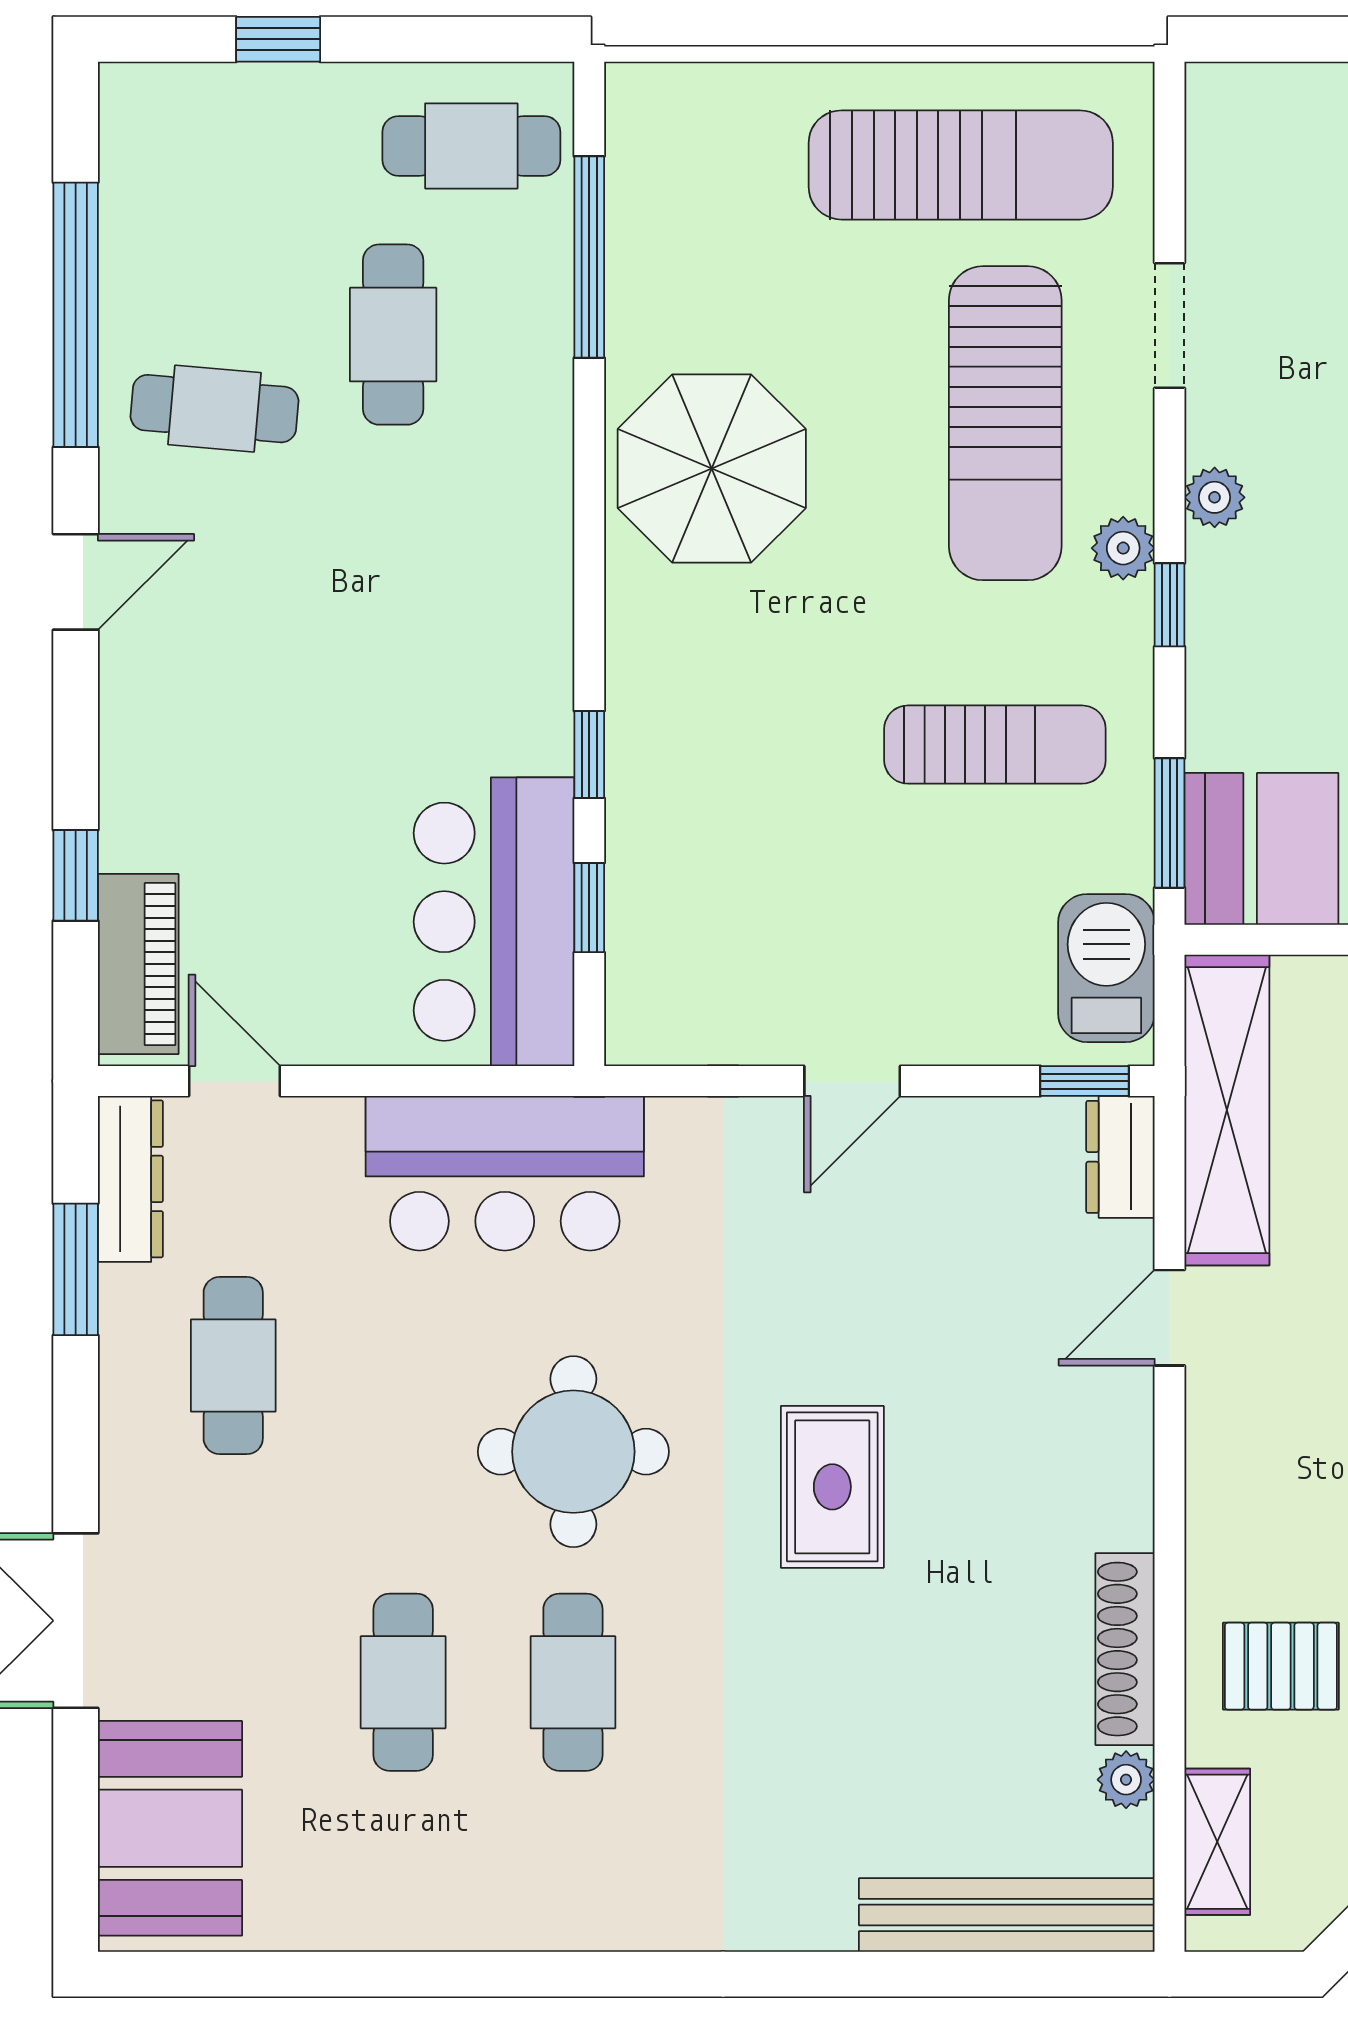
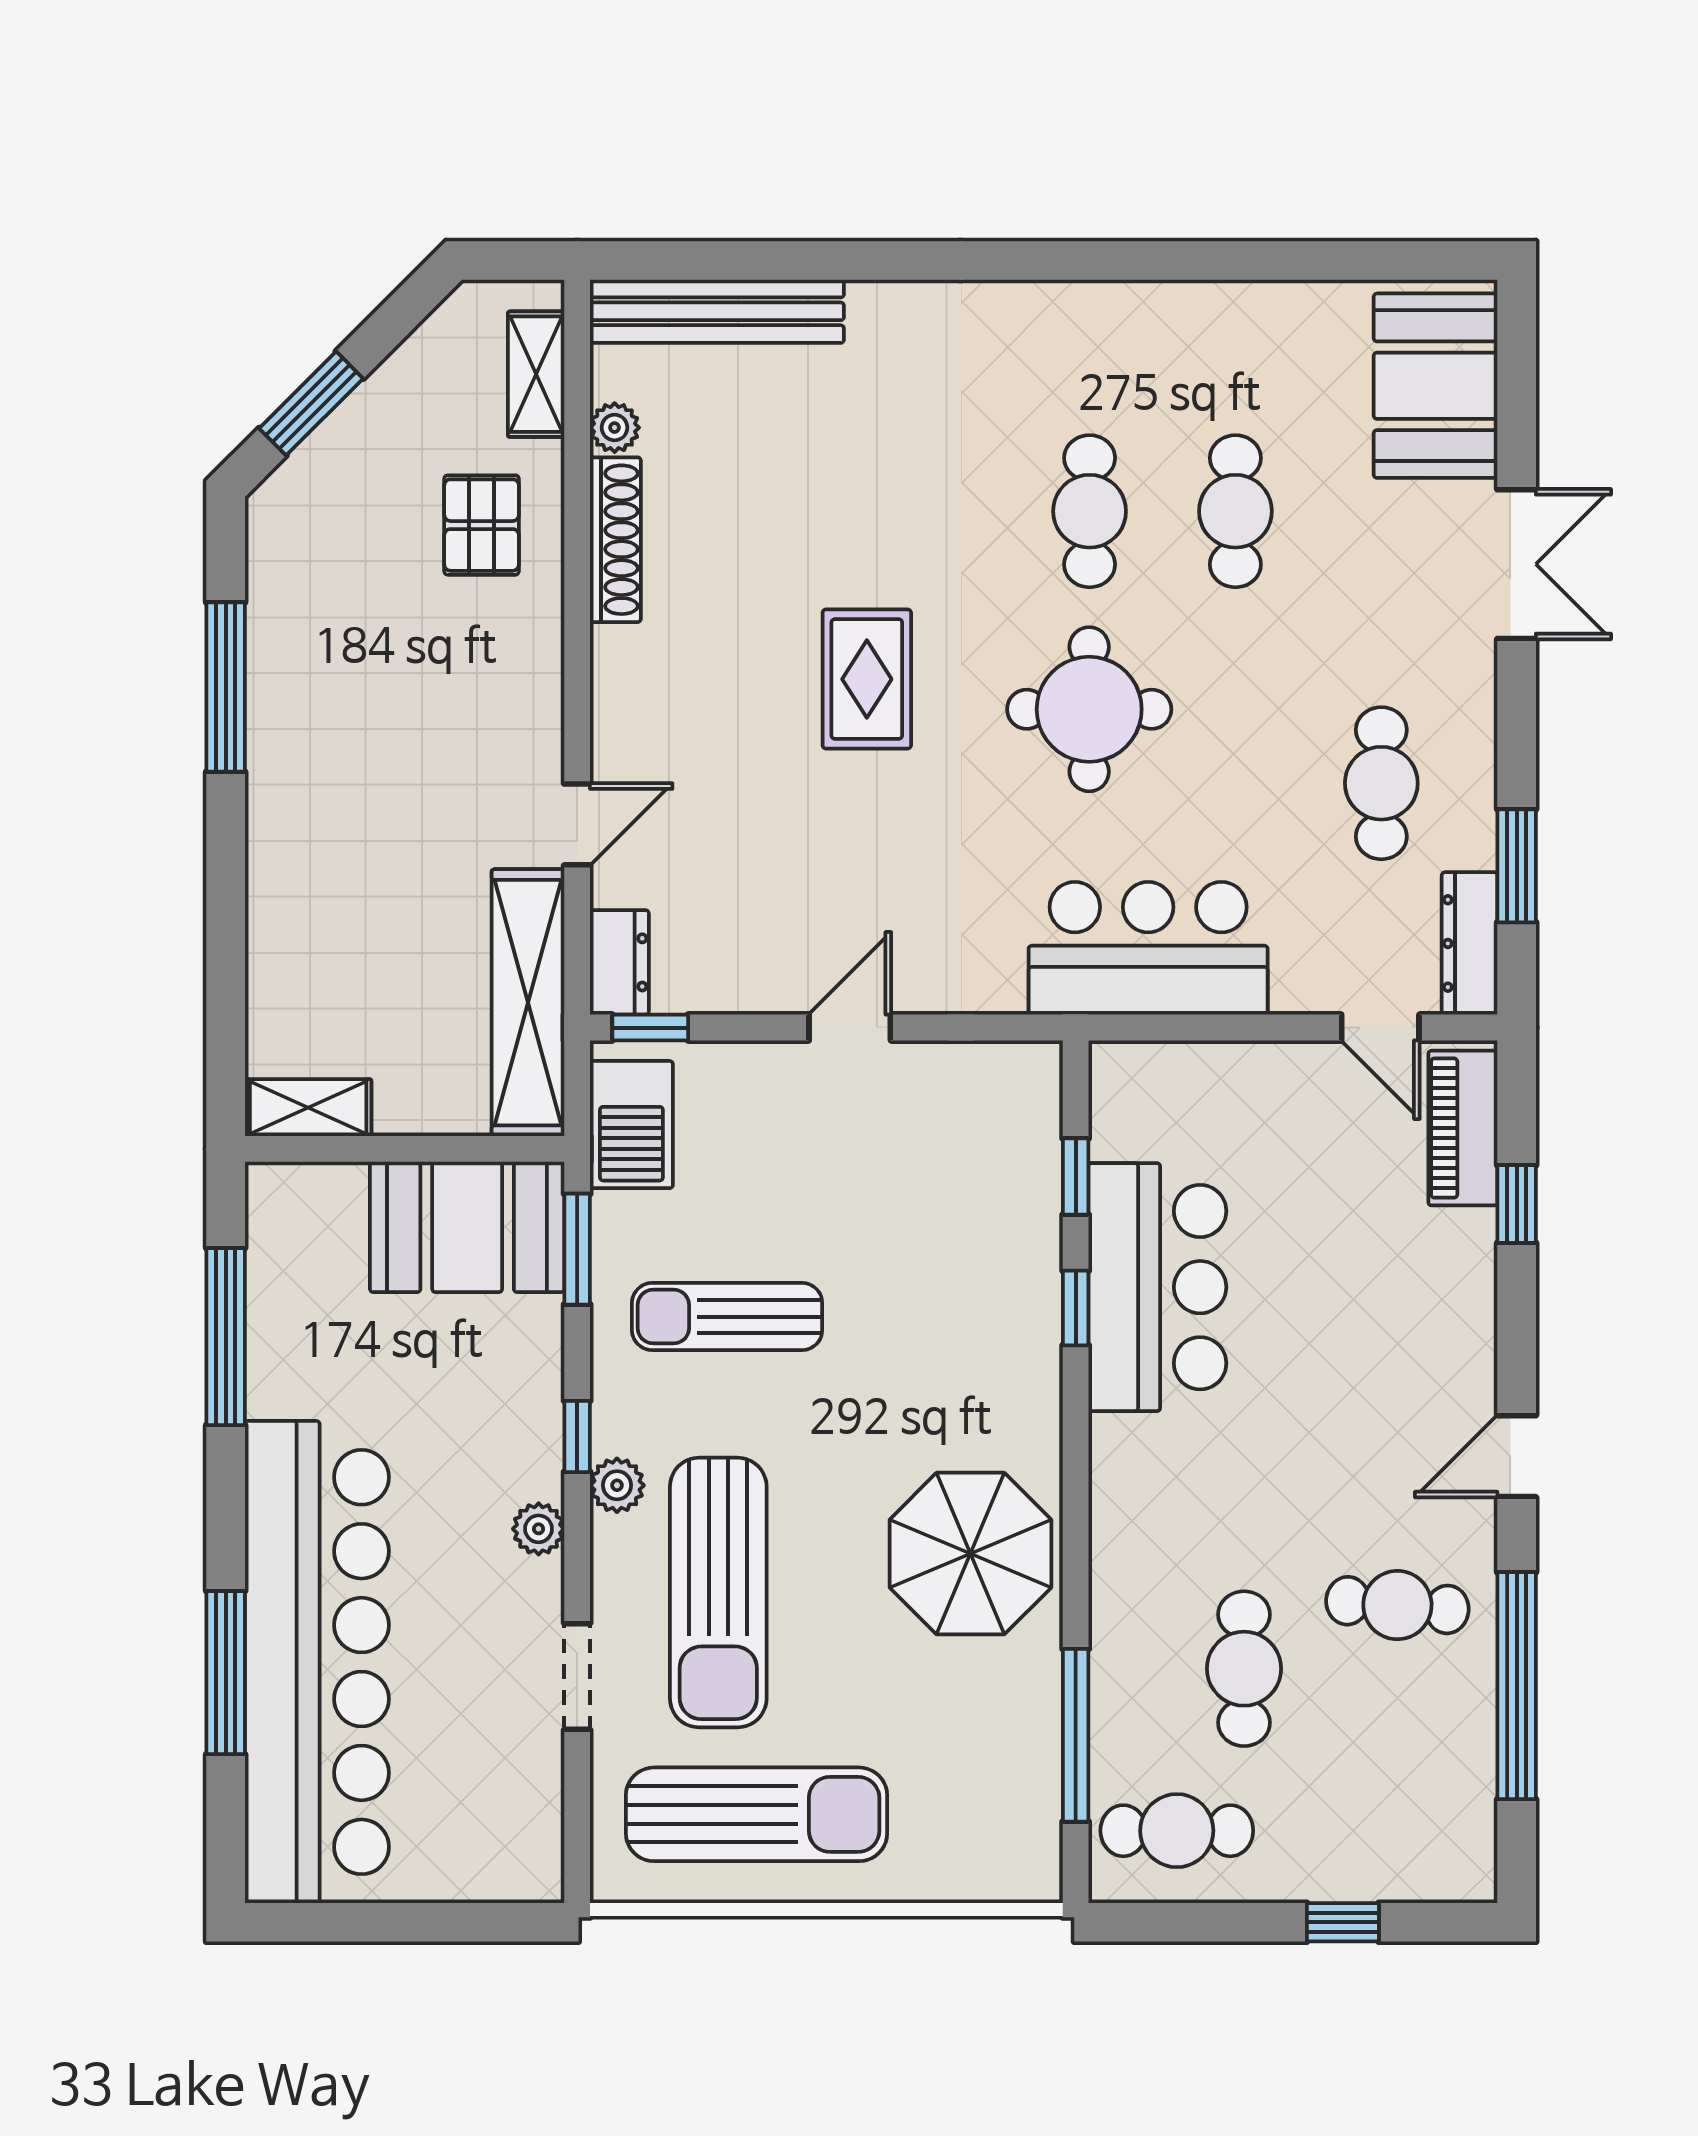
sun lounger: (961, 165) -> (756, 1814), turned 180
sun lounger: (1005, 423) -> (718, 1593), turned 180
bar counter: (494, 922) -> (1157, 1287), moved
pallet: (1281, 1666) -> (482, 525), turned 90

